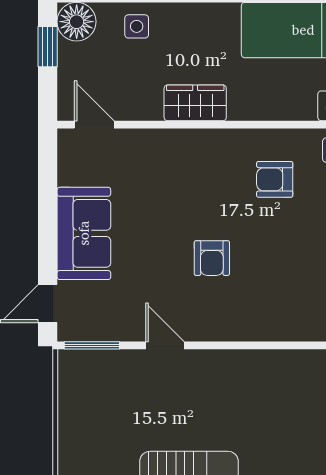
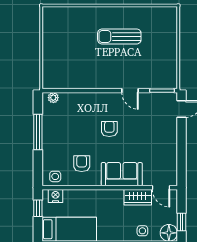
wardrobe: (195, 103) -> (138, 197), moved
armchair: (275, 179) -> (82, 164), turned -90
sofa: (84, 233) -> (122, 174), moved, turned 90

